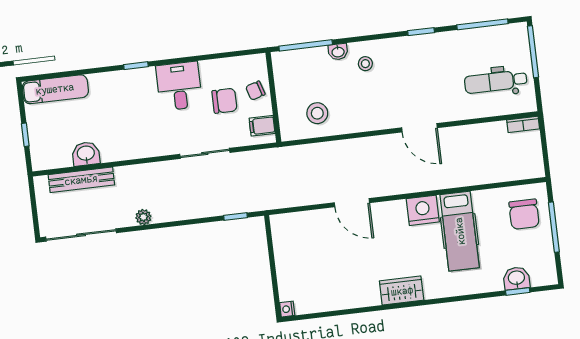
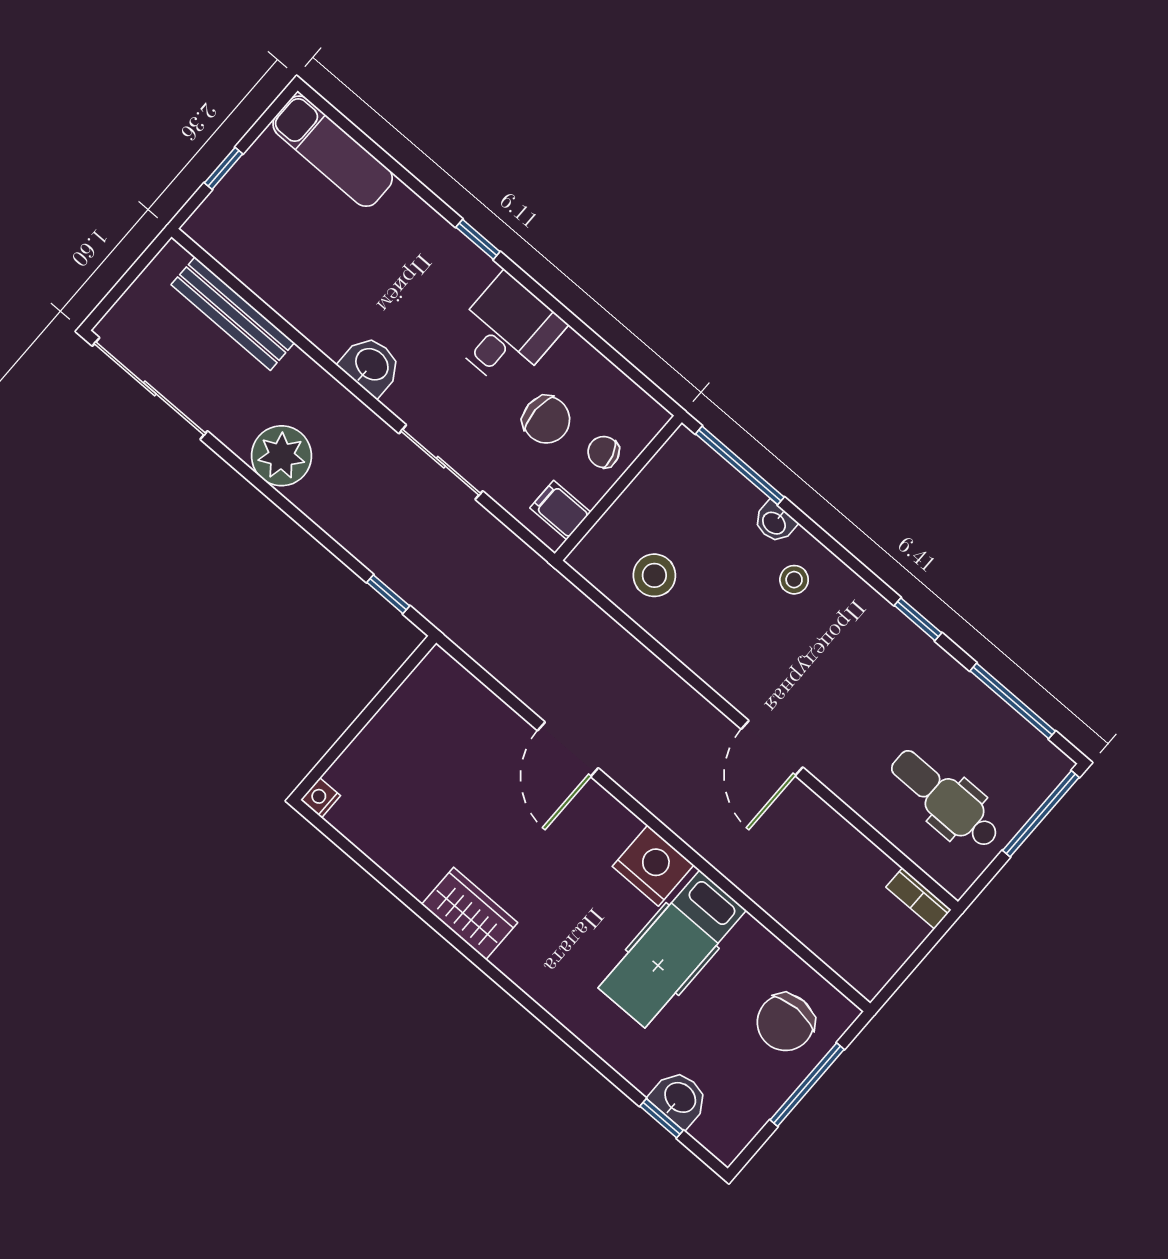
washbasin: (86, 154) -> (371, 365), moved
plant: (143, 217) -> (281, 456), width x1.87, depth x1.87
wardrobe: (402, 291) -> (470, 913), moved

